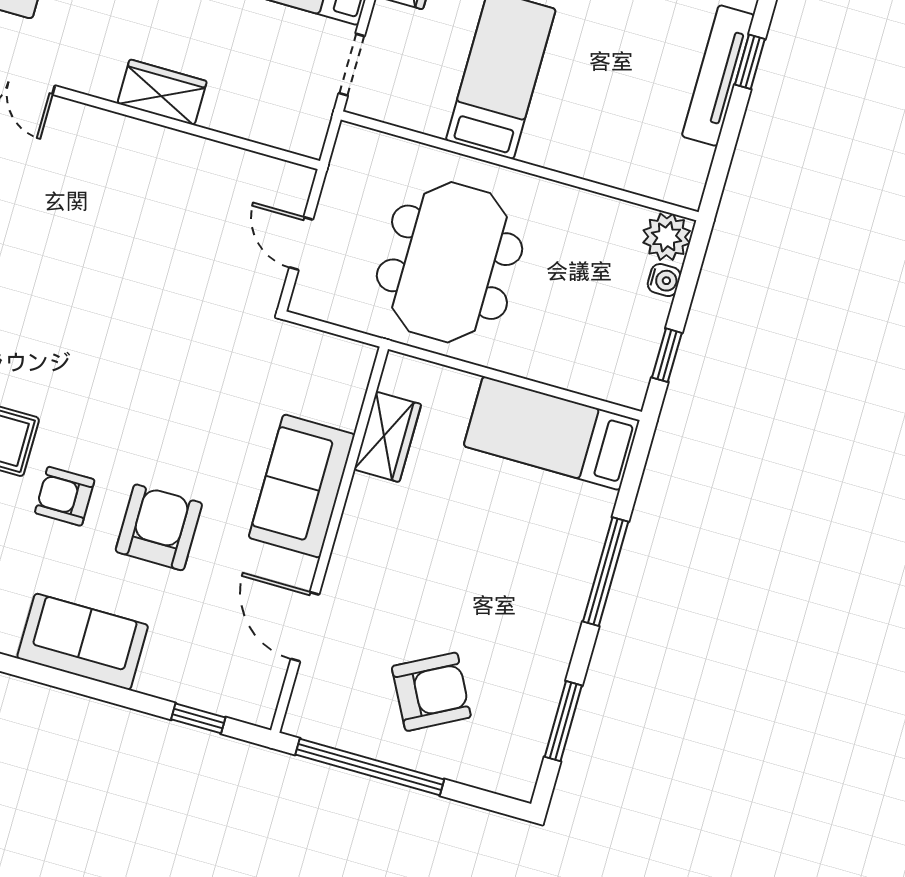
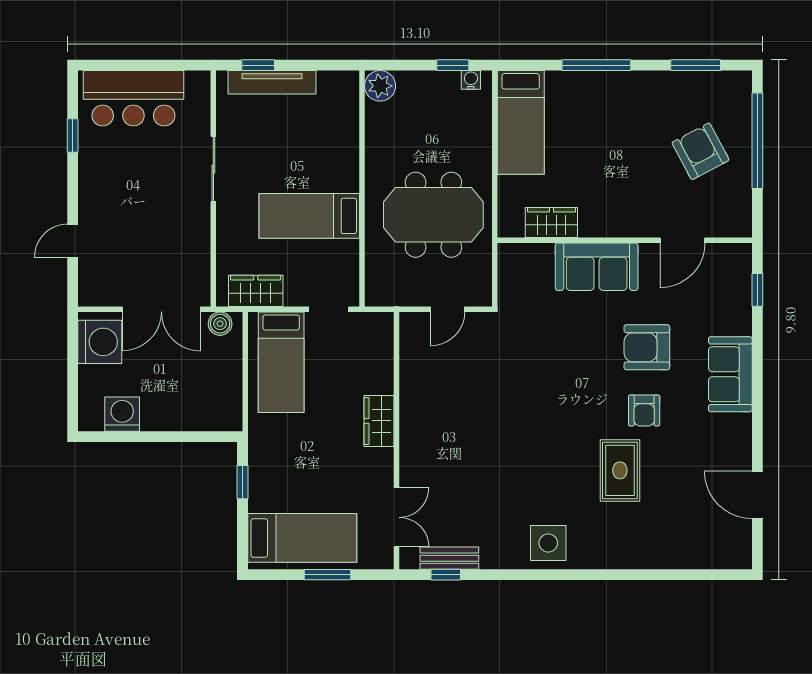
water cooler: (664, 280) -> (471, 80), moved
window: (370, 767) -> (757, 141), moved

